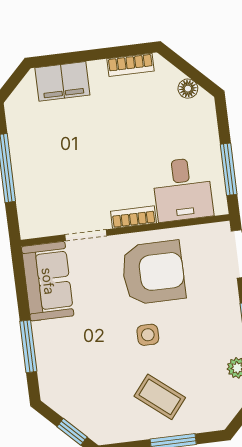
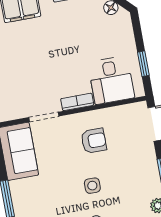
window: (229, 169) -> (143, 64), width x0.67
armchair: (153, 273) -> (94, 141), width x0.53, depth x0.53

